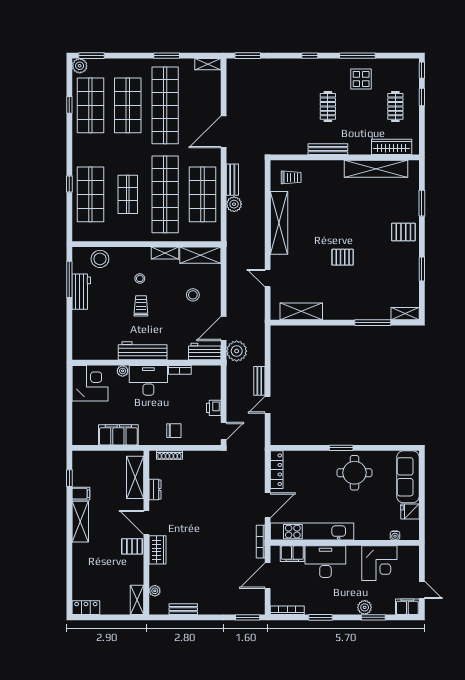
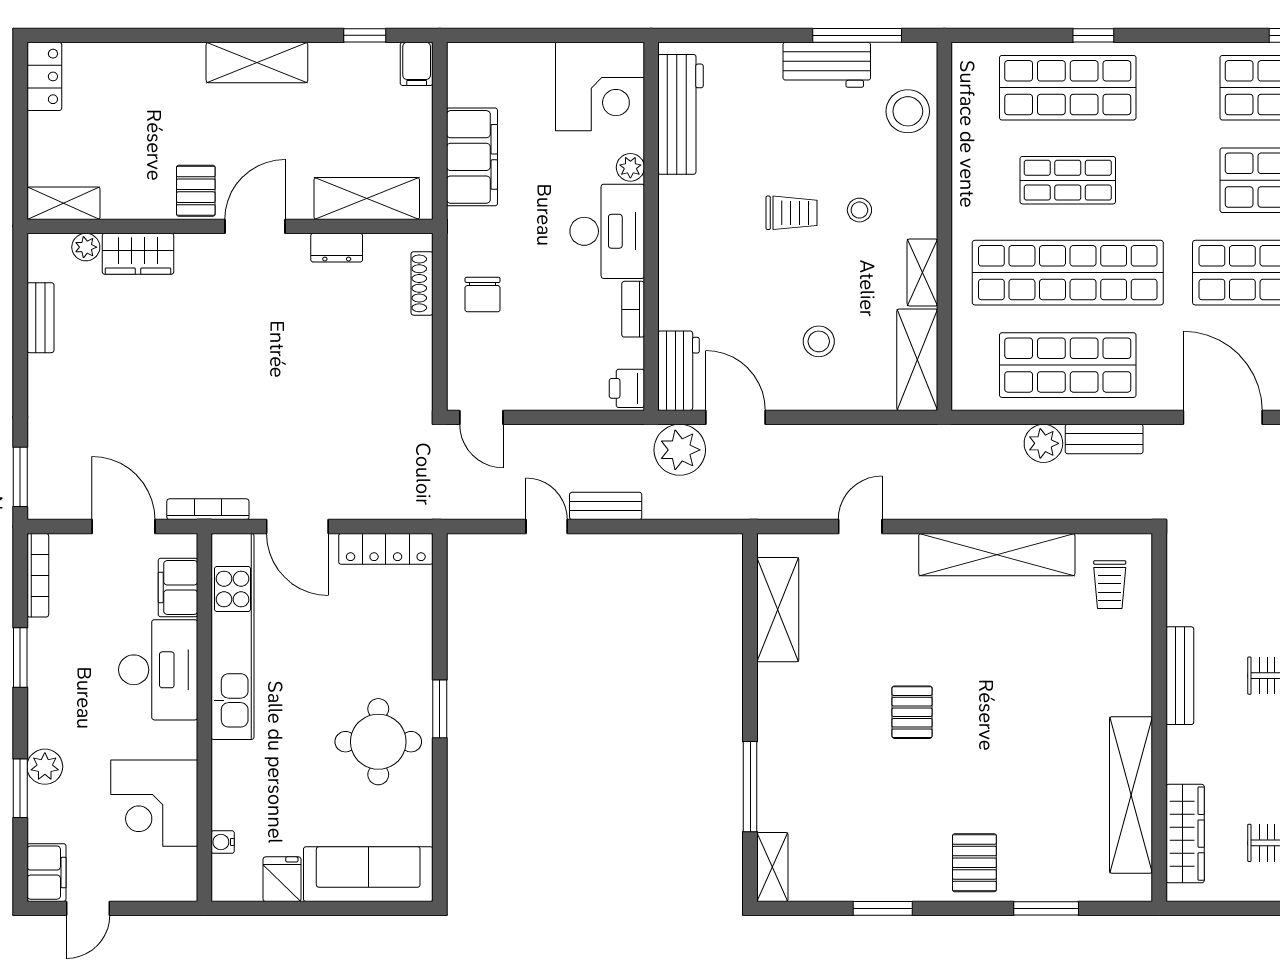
workbench: (143, 351) -> (681, 114), moved
printer: (214, 408) -> (627, 388), moved, turned -90
filing cabinet: (81, 494) -> (417, 64), moved
wardrobe: (158, 550) -> (138, 254), moved

